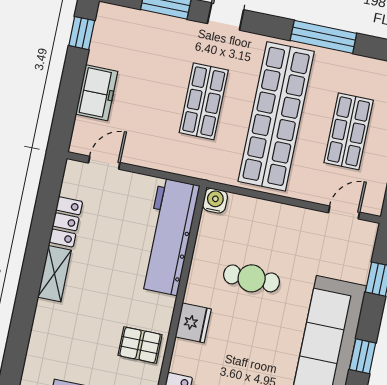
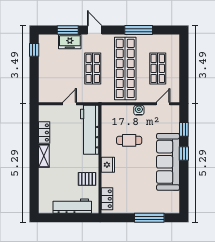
freezer: (97, 93) -> (70, 42), moved, turned 90
door: (104, 163) -> (69, 104), moved
water cooler: (215, 201) -> (139, 110), moved
window: (363, 356) -> (184, 154), moved

